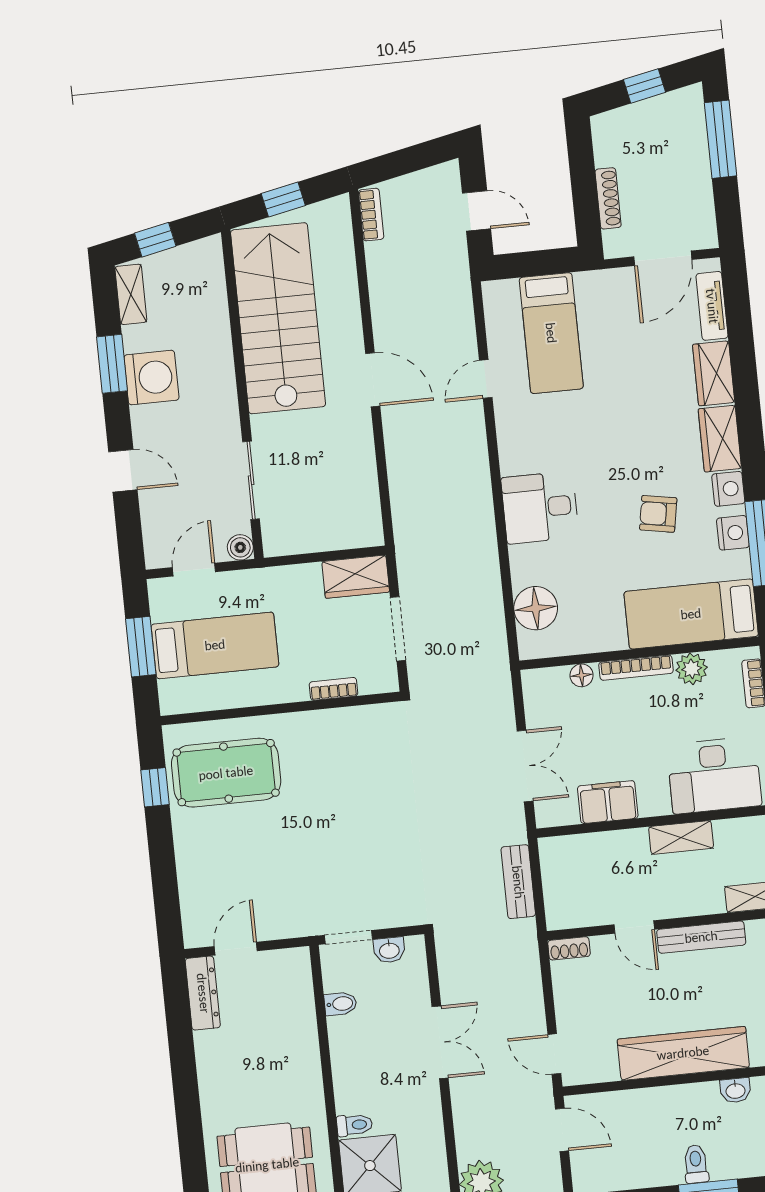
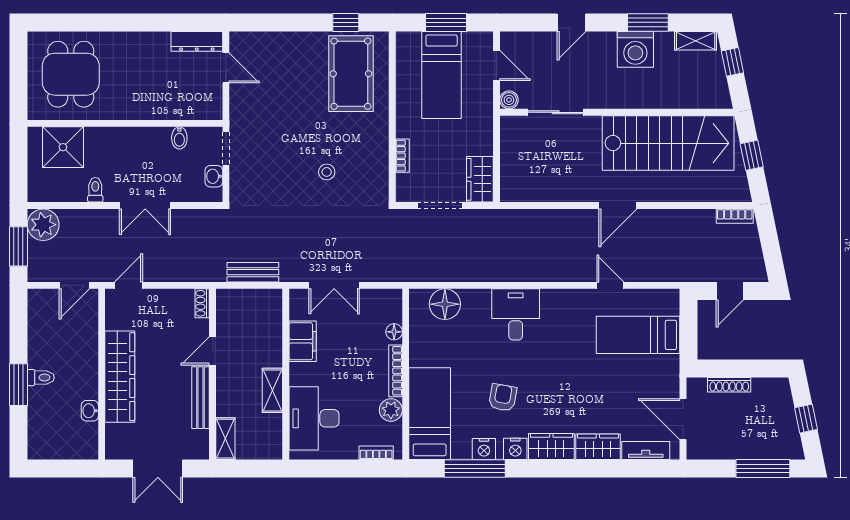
stool: (367, 793) -> (327, 172), added
toilet: (354, 1125) -> (95, 190), moved, turned 180

